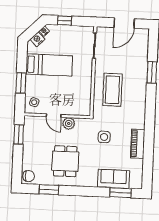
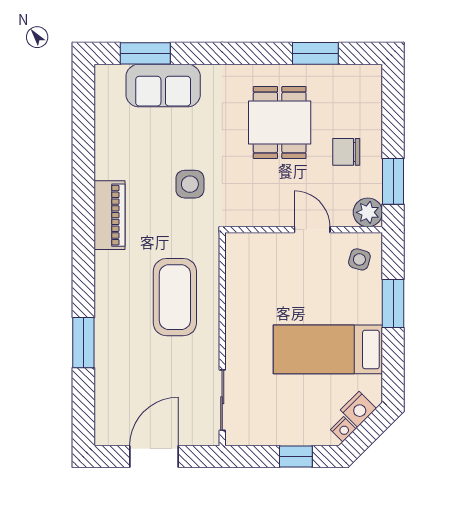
plant: (69, 124) -> (368, 212), moved
piano: (138, 144) -> (110, 215), moved
chair: (29, 176) -> (346, 152), moved

